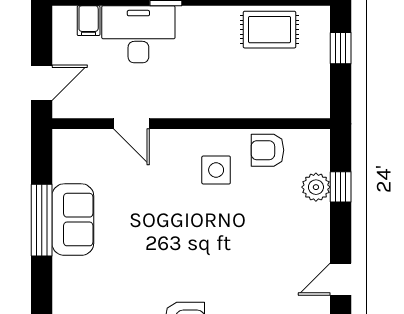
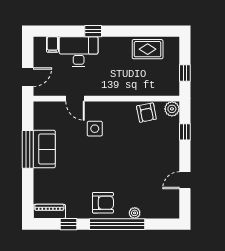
window: (341, 48) -> (185, 73), moved
armchair: (267, 150) -> (146, 113), turned -101
side table: (216, 170) -> (95, 129), moved
plant: (316, 187) -> (172, 109), moved

